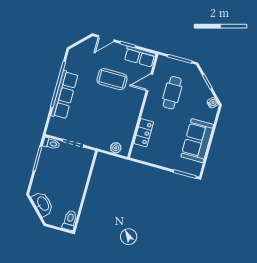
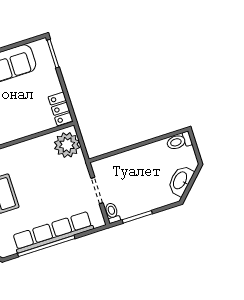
row of seats: (64, 95) -> (53, 232), width x1.36
locker: (144, 133) -> (60, 109), moved, turned -90
plant: (116, 148) -> (67, 145), width x1.88, depth x1.88

